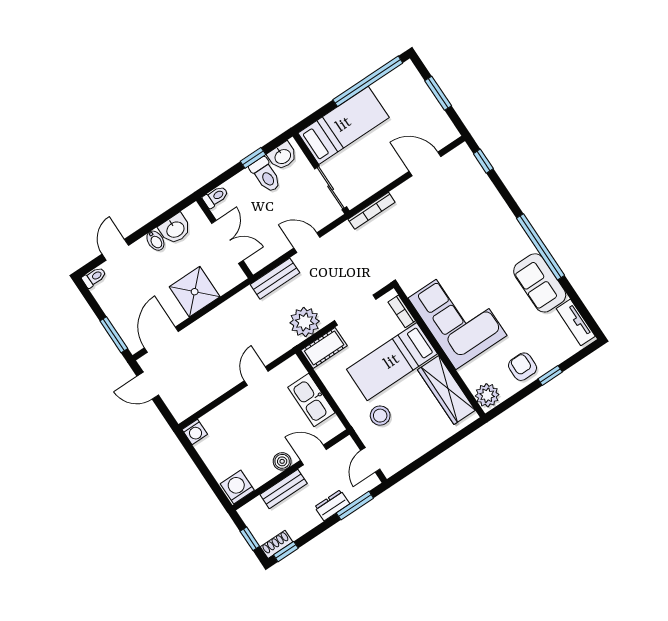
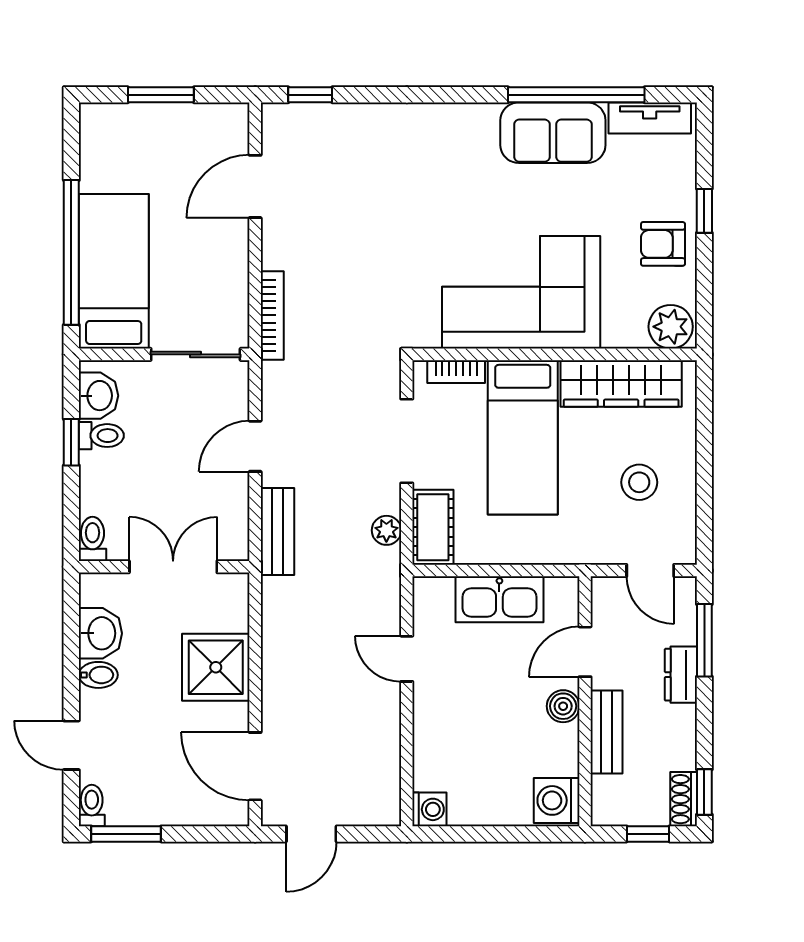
window: (368, 81) -> (71, 252), moved
toilet: (265, 175) -> (101, 436), width x0.73, depth x0.72
window: (541, 247) -> (576, 95), moved
plant: (305, 322) -> (386, 530), width x0.53, depth x0.53
window: (114, 335) -> (126, 834), moved
stool: (380, 416) -> (639, 482), moved

